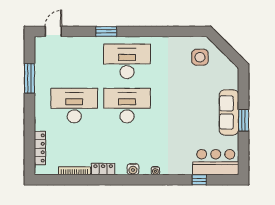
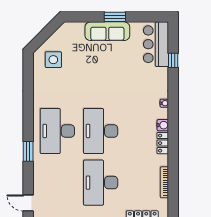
locker: (103, 169) -> (163, 143), moved

